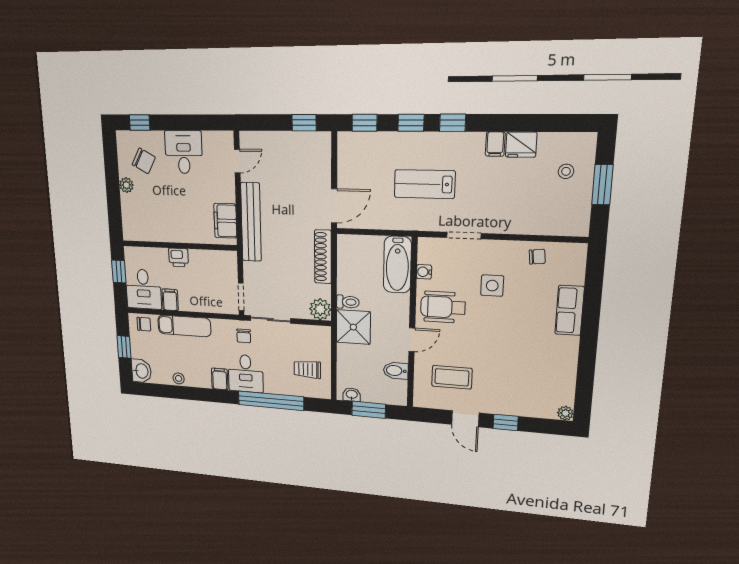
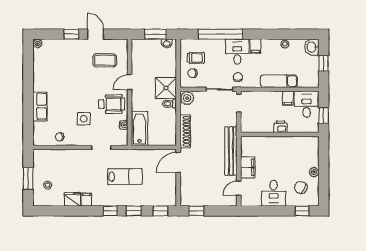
filing cabinet: (225, 221) -> (248, 167), moved
chair: (144, 324) -> (193, 73), moved
bidet: (396, 371) -> (139, 62), removed

